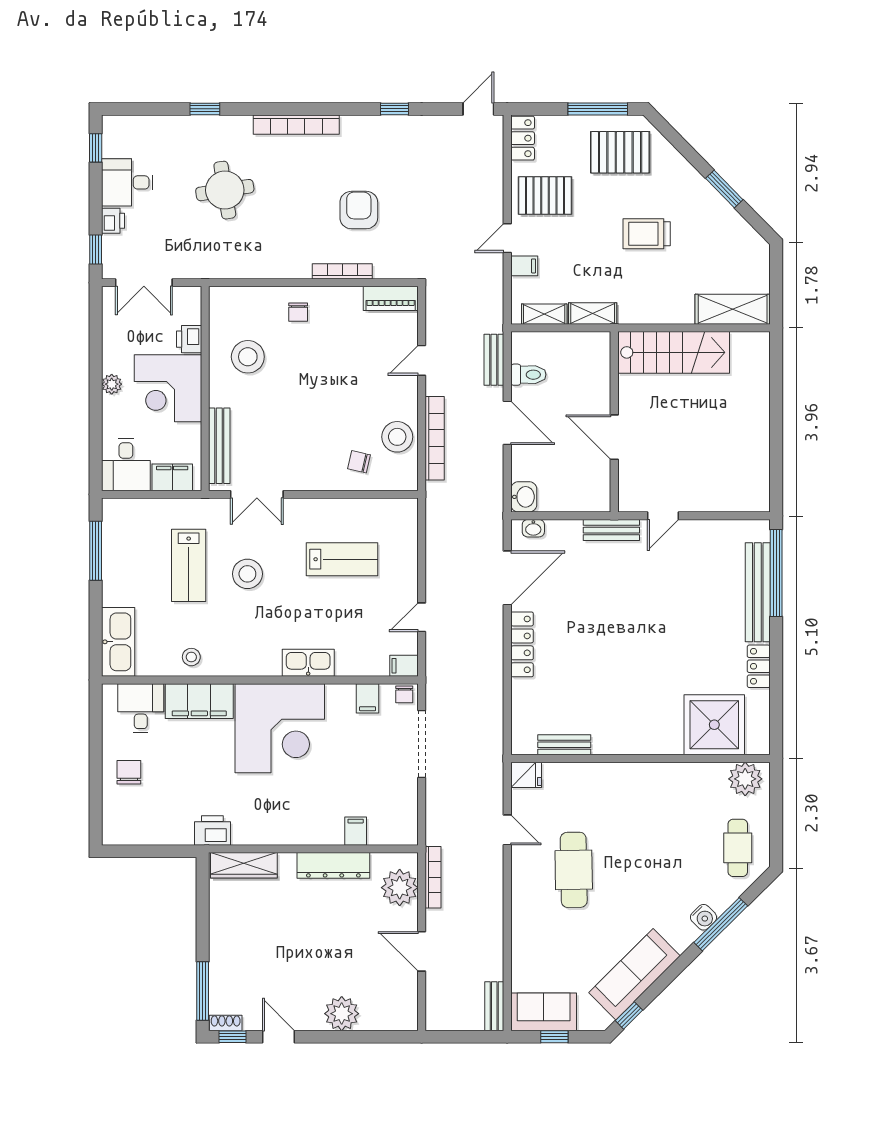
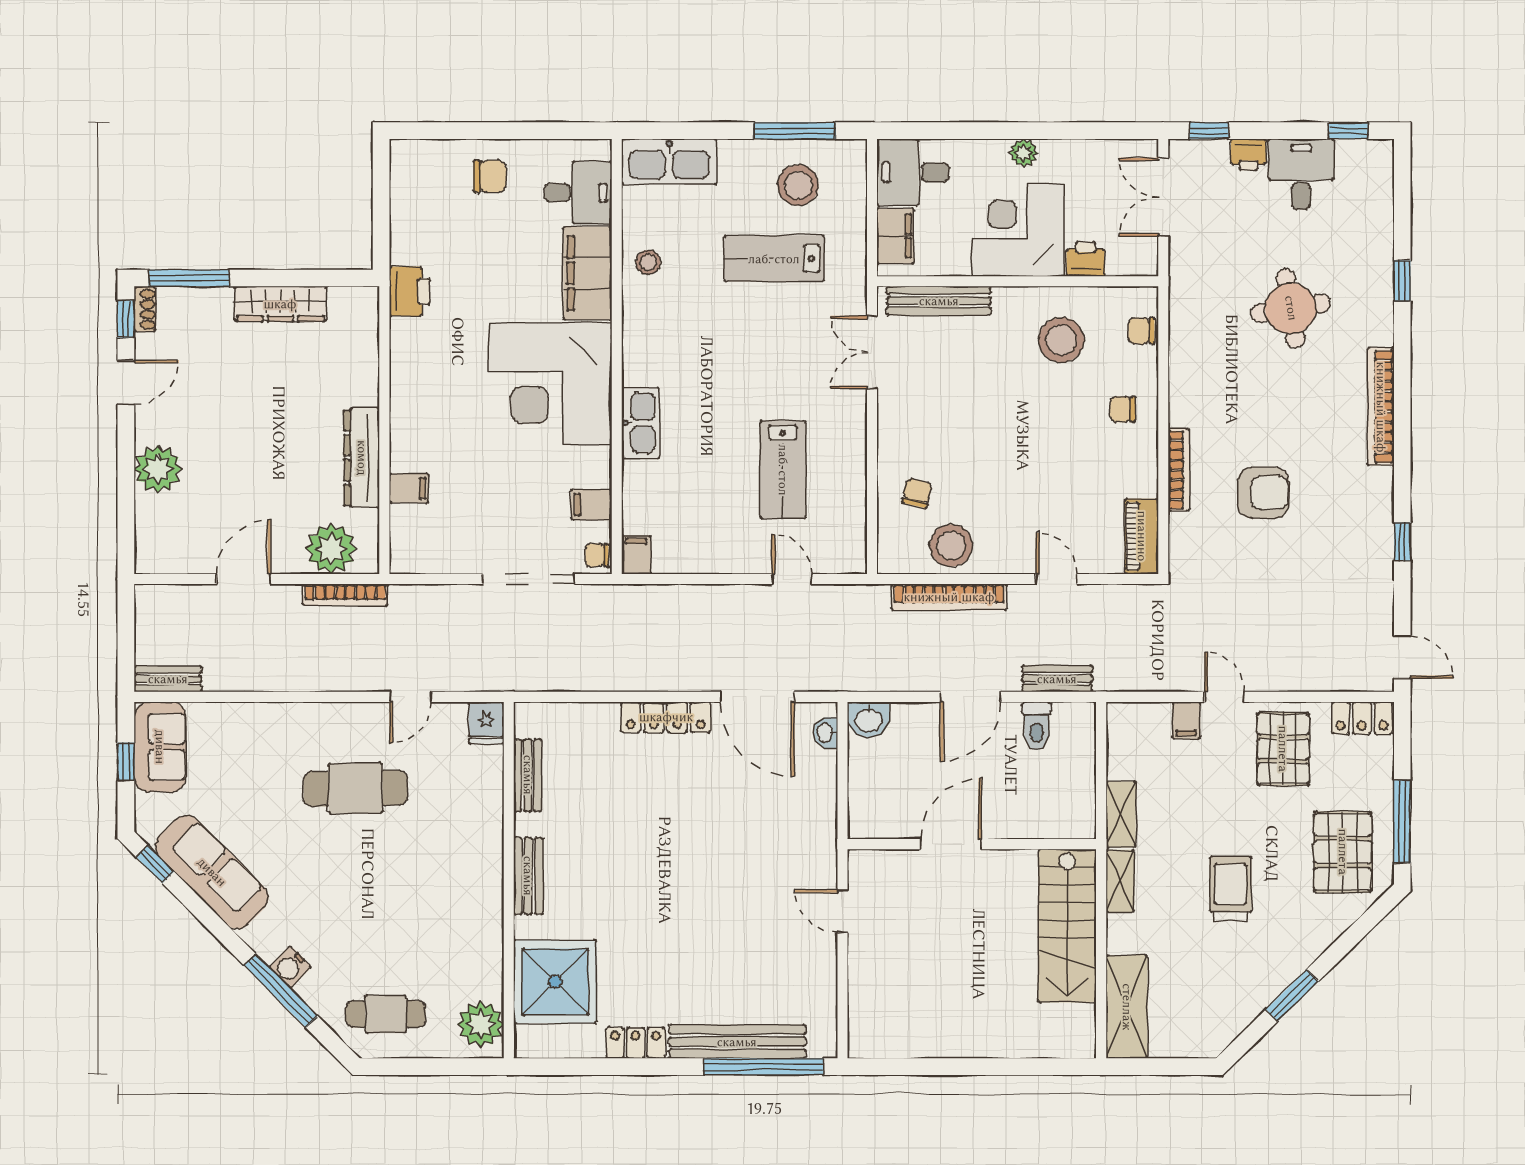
chair: (241, 299) -> (1141, 331), added
shelving: (544, 314) -> (1120, 881), moved
bench: (611, 530) -> (528, 876), moved
stool: (247, 574) -> (798, 185), moved
door: (422, 617) -> (792, 579), moved
wardrobe: (244, 865) -> (280, 304), moved, turned -90

